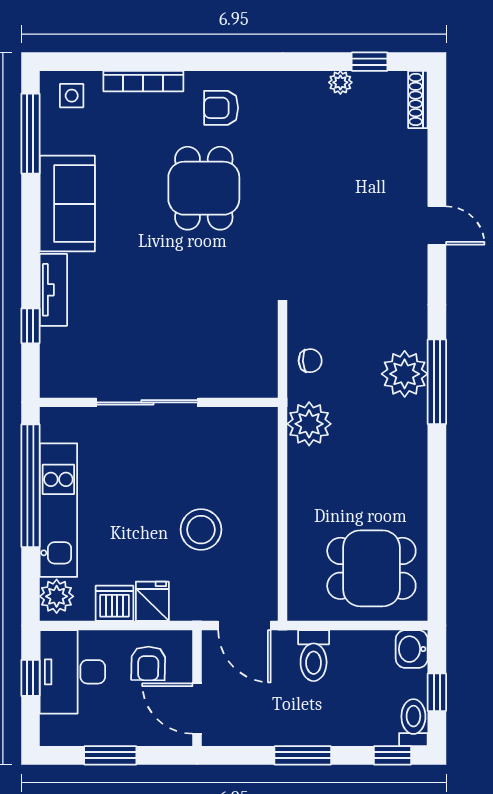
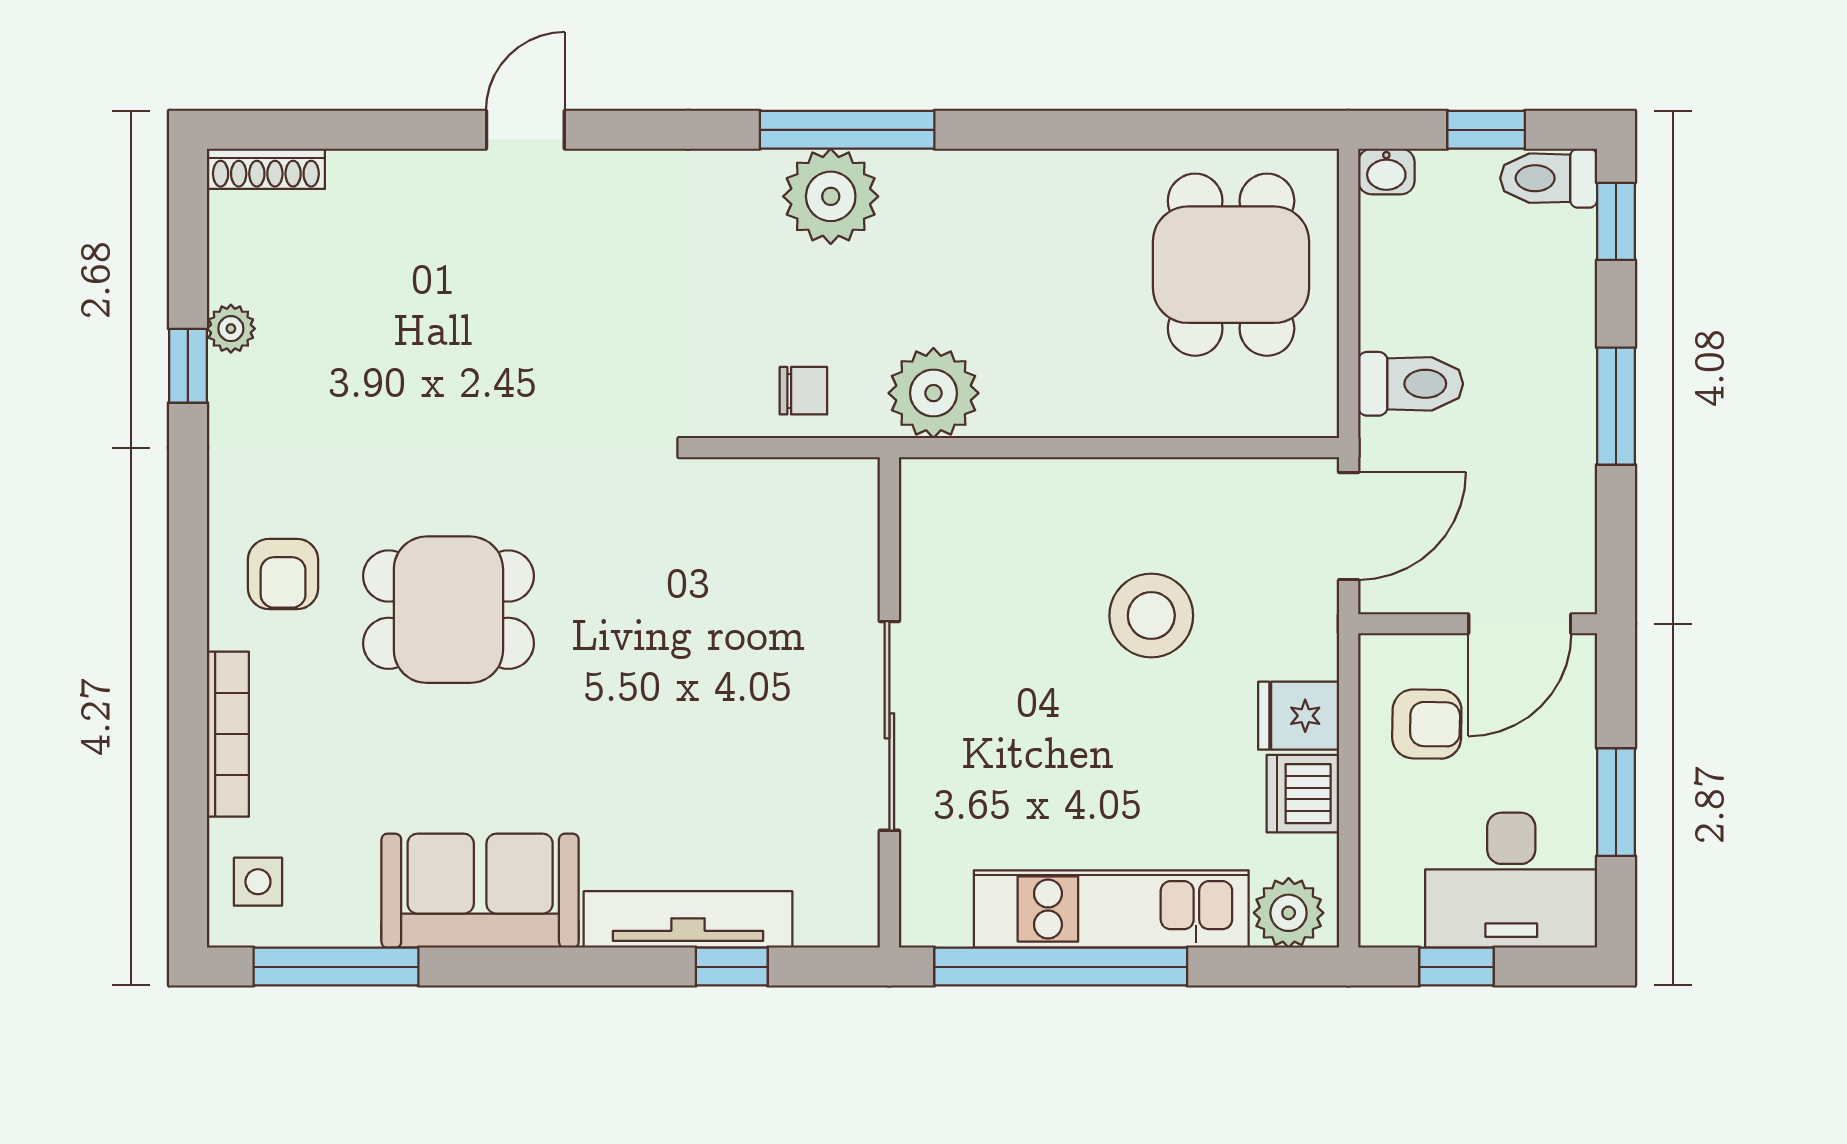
window: (370, 62) -> (188, 366), moved
tv unit: (53, 290) -> (688, 919), width x1.41
chair: (310, 361) -> (803, 391), turned 93
washbasin: (412, 649) -> (1386, 172), width x0.72, depth x0.69
desk: (72, 672) -> (1511, 880), moved

